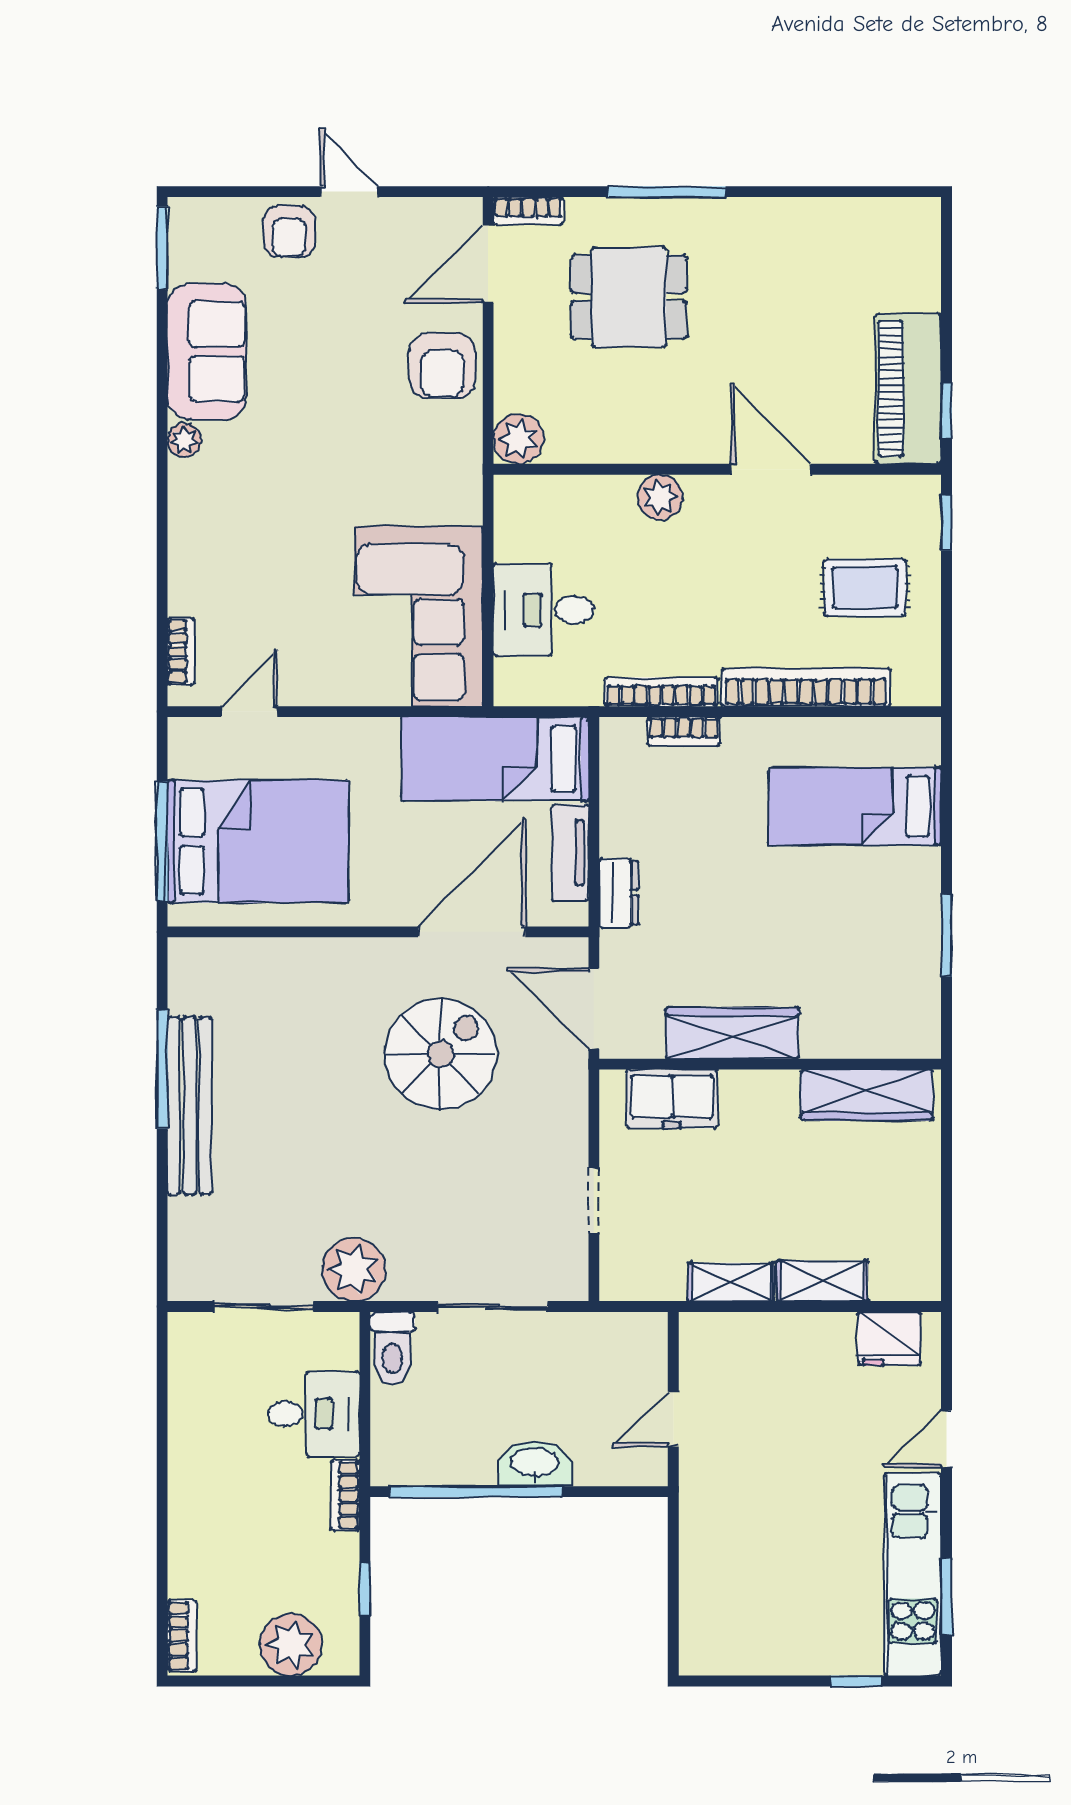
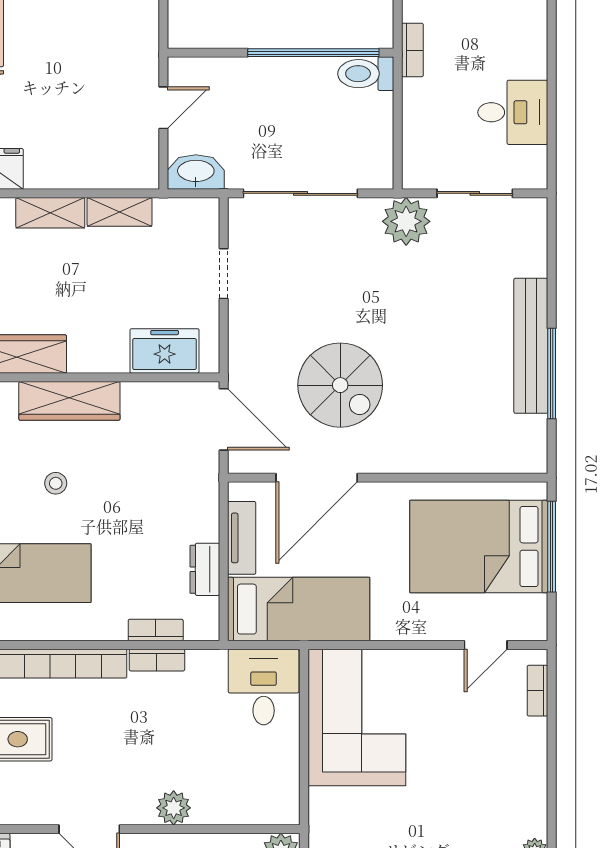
desk: (543, 610) -> (264, 687), moved, turned -90
bookcase: (661, 692) -> (157, 660), width x0.64
dresser: (619, 893) -> (205, 569), moved
stool: (815, 925) -> (56, 483), added
wardrobe: (732, 1033) -> (69, 401), moved
spiral stairs: (441, 1054) -> (340, 385), turned -90
sliding door: (493, 1306) -> (300, 193), width x1.37
toilet: (392, 1348) -> (366, 74), moved, turned -90
desk: (314, 1414) -> (513, 112), moved, turned 180
washbasin: (535, 1463) -> (196, 172), moved, turned 180

